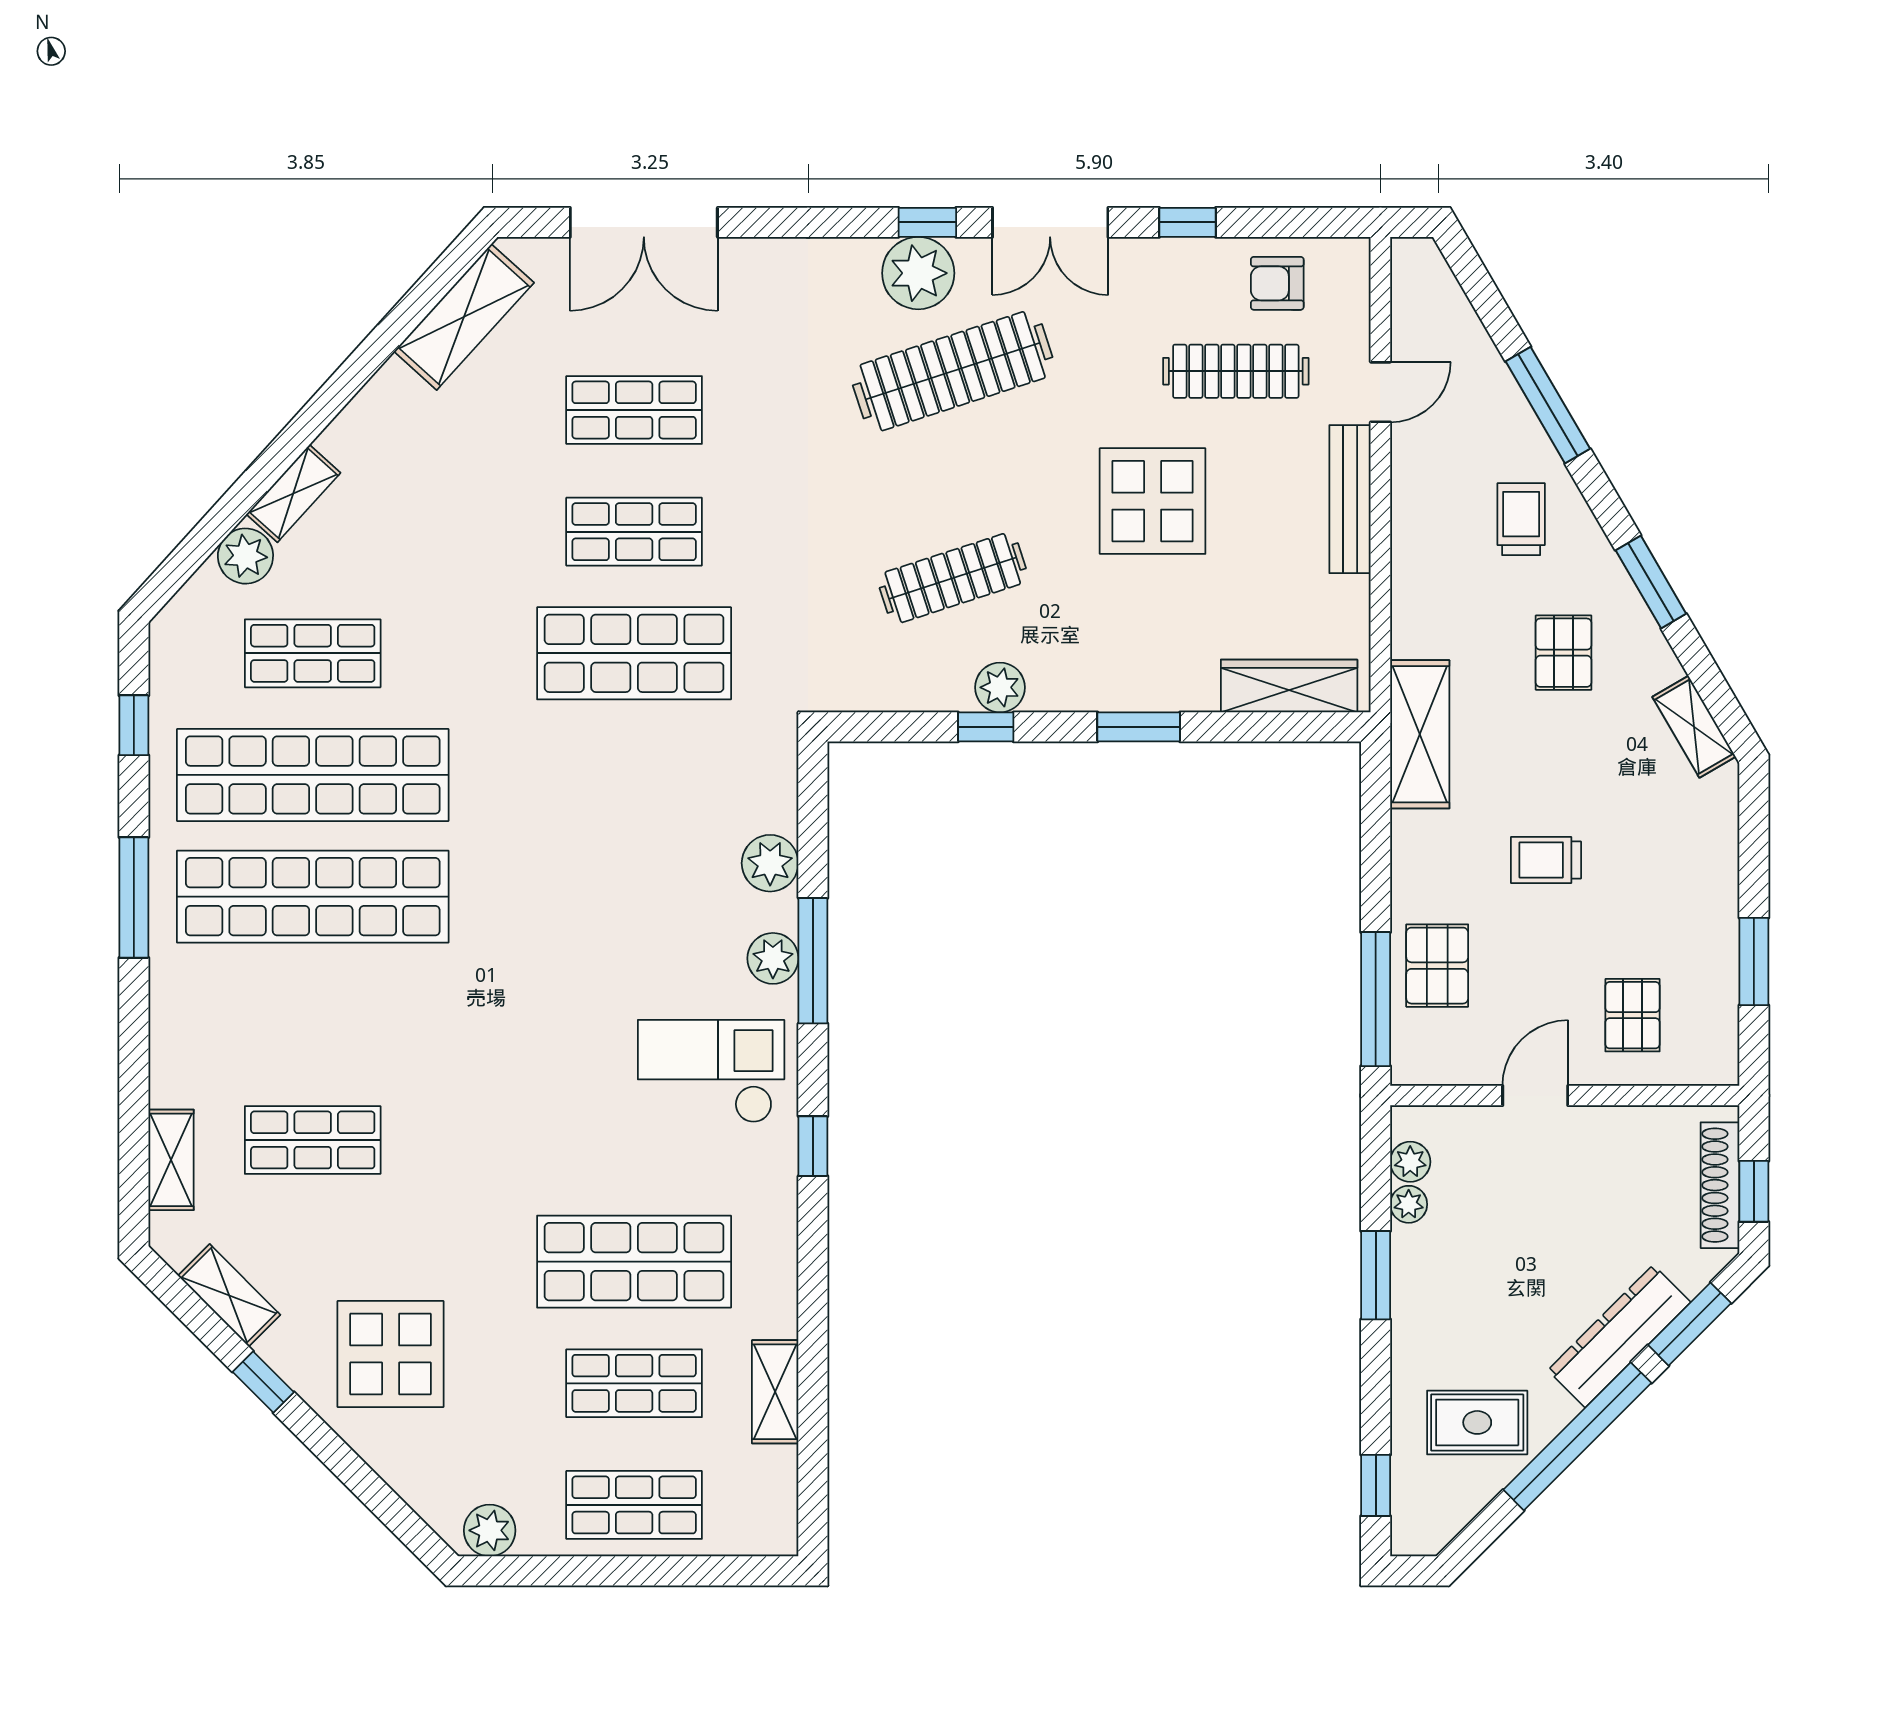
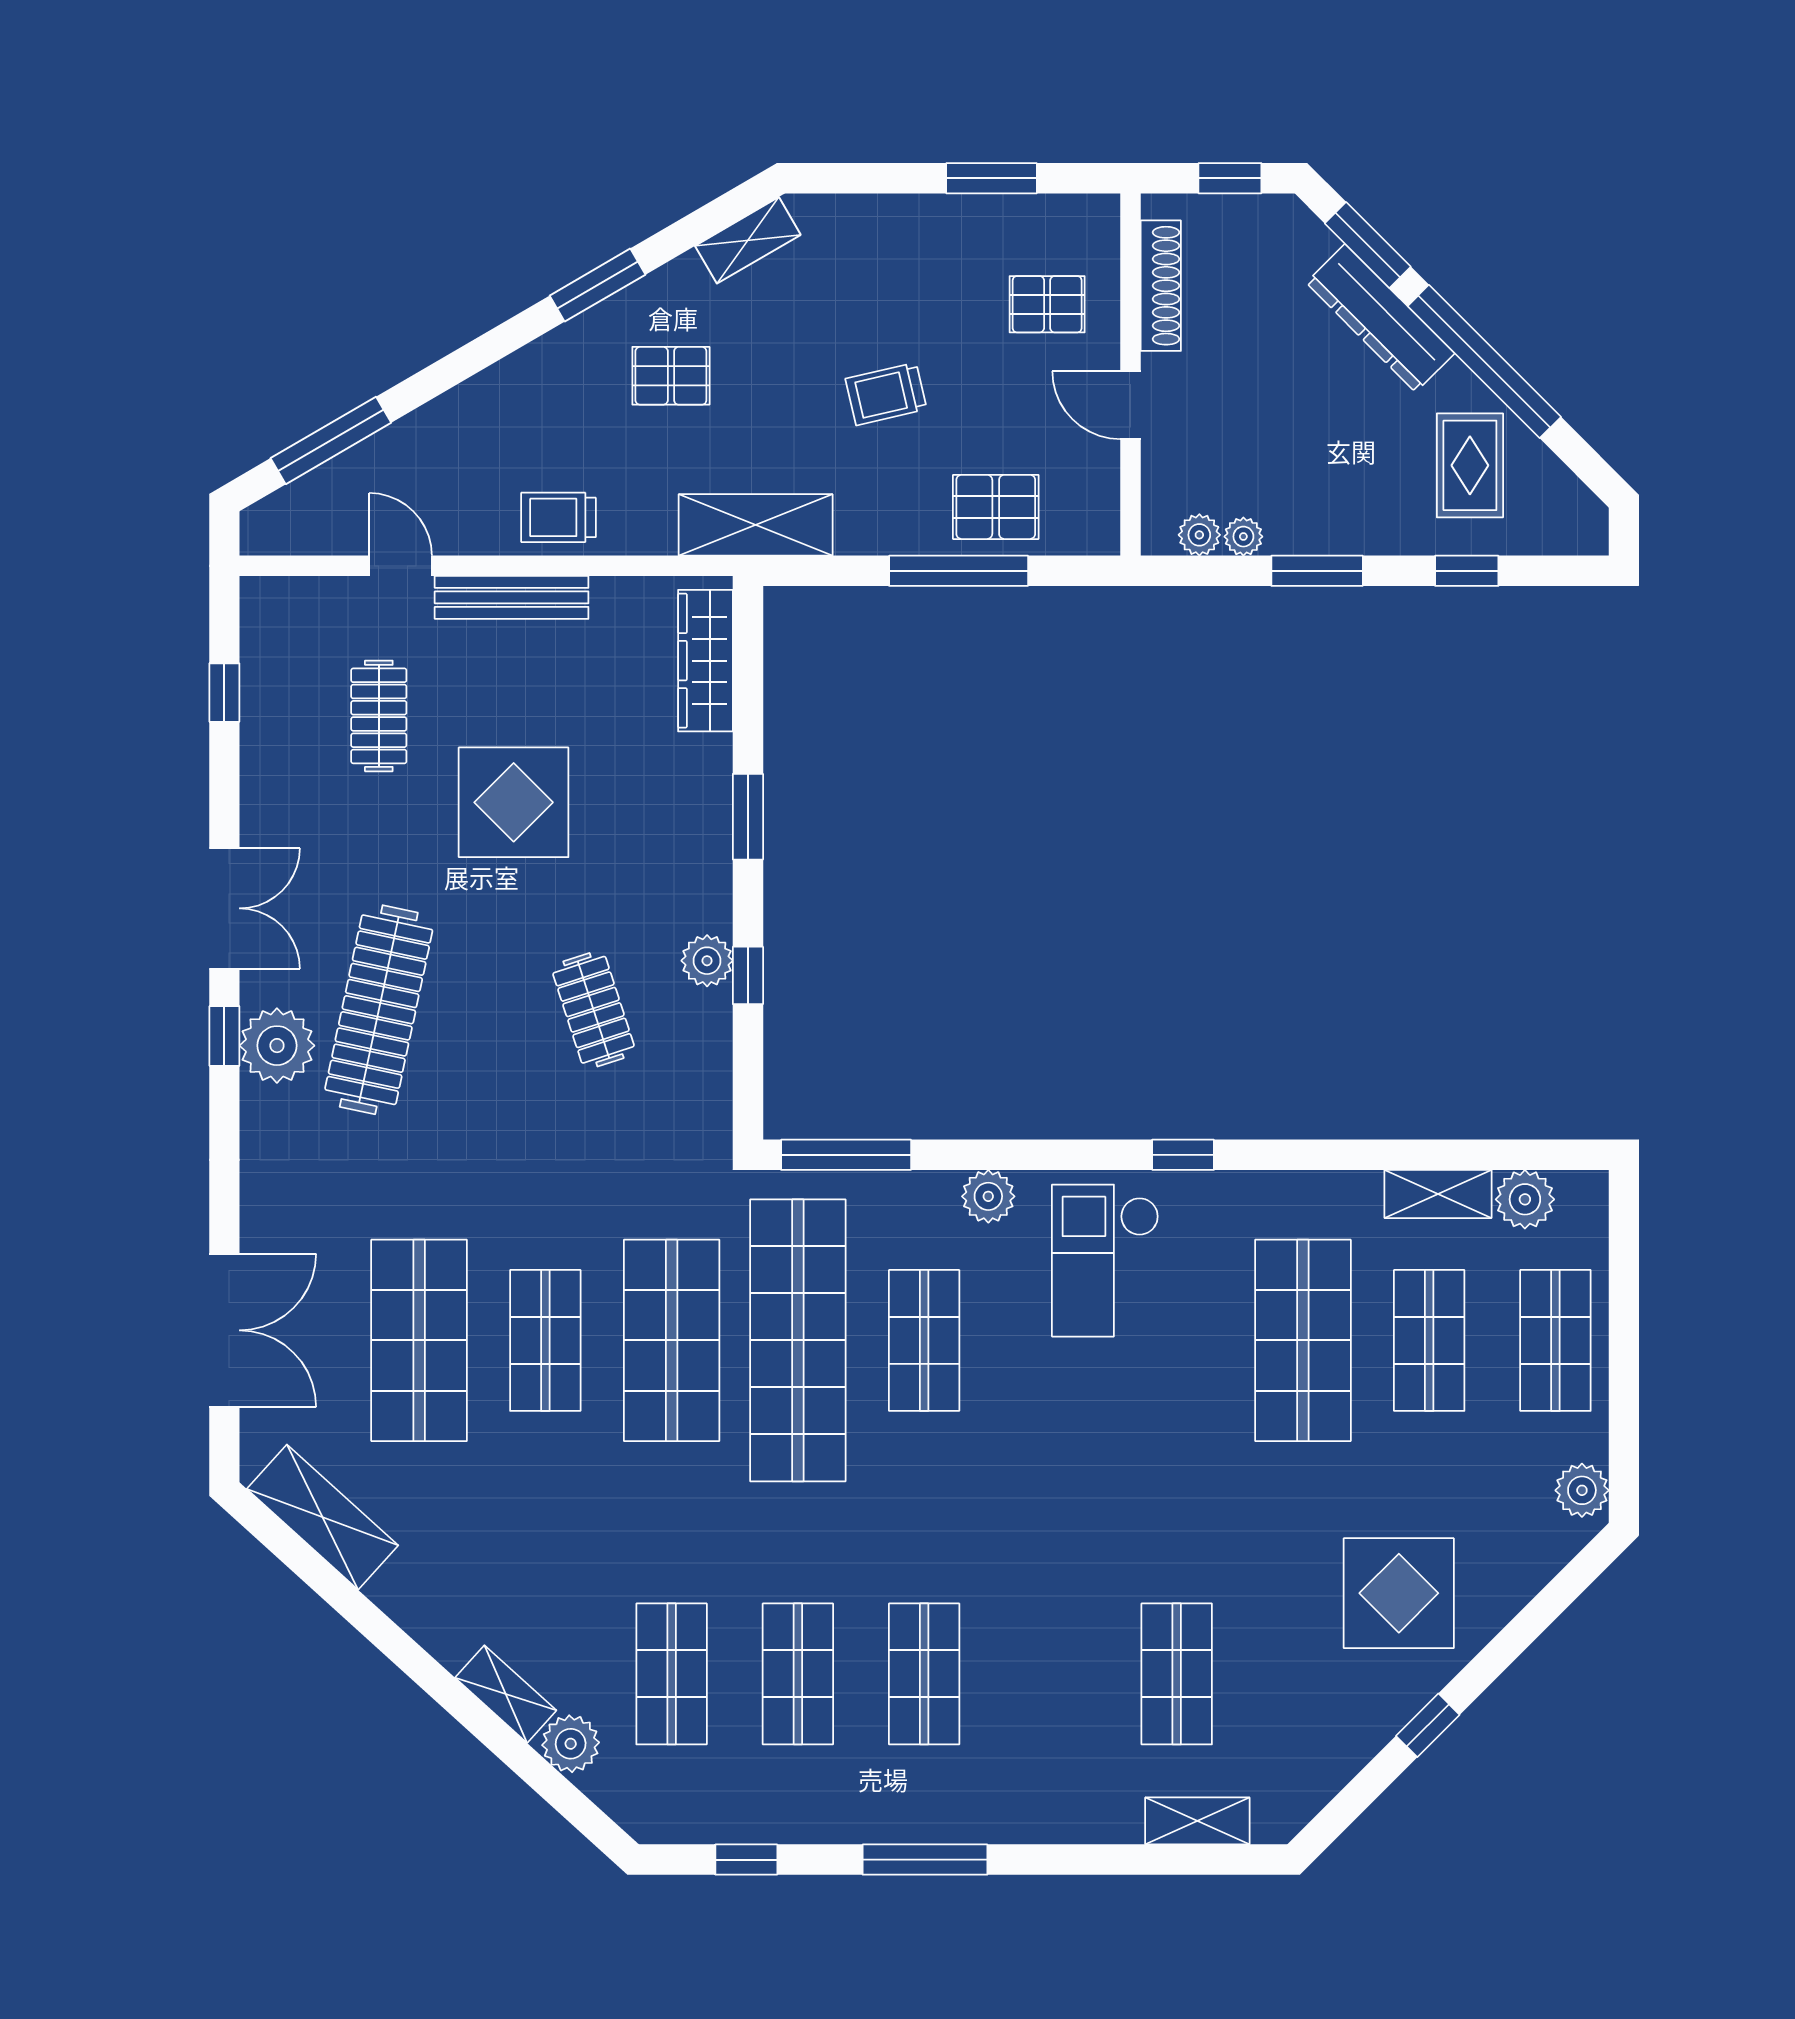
window: (1188, 222) -> (224, 693), moved
armchair: (1277, 283) -> (288, 673), removed
clothes rail: (953, 371) -> (379, 1010), turned 30
clothes rail: (1236, 371) -> (379, 716), width x0.73
window: (1548, 405) -> (331, 440), moved
shop shelf: (634, 410) -> (419, 1340), width x1.43, depth x1.36
trolley: (1521, 519) -> (558, 517), moved
clothes rail: (953, 578) -> (594, 1010), width x0.73
shop shelf: (313, 775) -> (798, 1674), width x0.50, depth x0.74
shop shelf: (634, 775) -> (798, 1340), added
trolley: (1546, 860) -> (886, 394), turned 77
plant: (770, 863) -> (1525, 1199), moved
shop shelf: (313, 897) -> (924, 1674), width x0.50, depth x0.74
shop shelf: (634, 897) -> (924, 1340), added
window: (813, 961) -> (846, 1155), moved
window: (1376, 999) -> (959, 571), moved
shoe rack: (1720, 1185) -> (1161, 286), moved, turned -90
shelving: (229, 1295) -> (1338, 1761), removed
window: (1376, 1485) -> (1467, 571), moved

